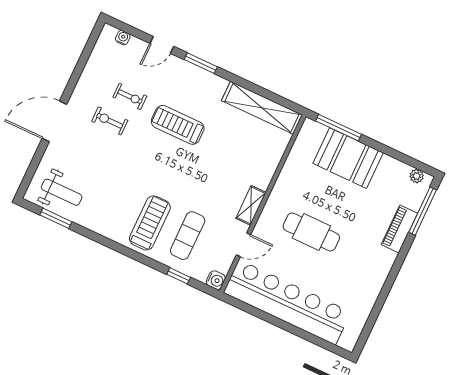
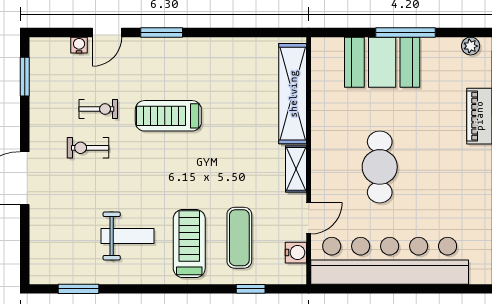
water cooler: (123, 38) -> (79, 45), moved
window: (88, 49) -> (25, 77), added
shelving: (262, 108) -> (293, 94), moved, turned 90
window: (339, 128) -> (405, 32), moved
weight bench: (62, 192) -> (127, 236), moved
cafe table: (311, 232) -> (380, 167), turned 90
water cooler: (216, 280) -> (296, 253), moved

